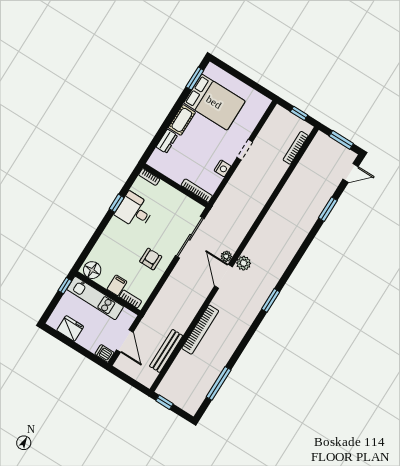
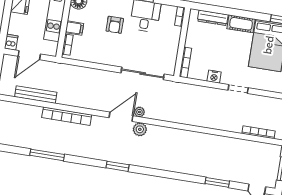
dresser: (167, 141) -> (213, 18), width x1.44
armchair: (151, 259) -> (115, 25), moved, turned 90
window: (219, 383) -> (47, 155), moved

